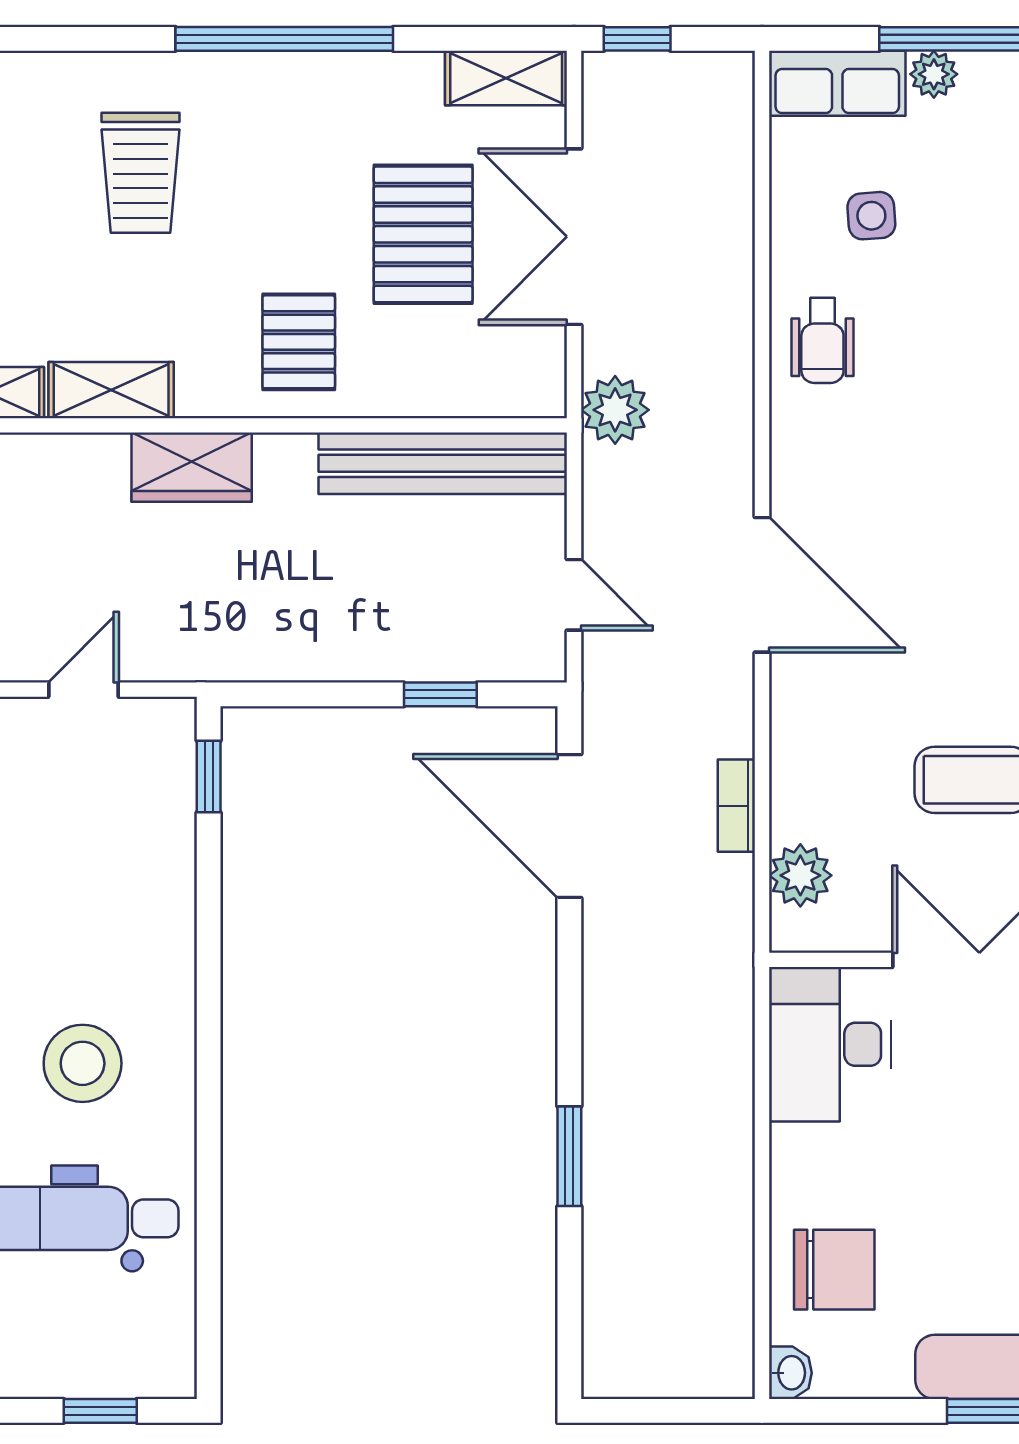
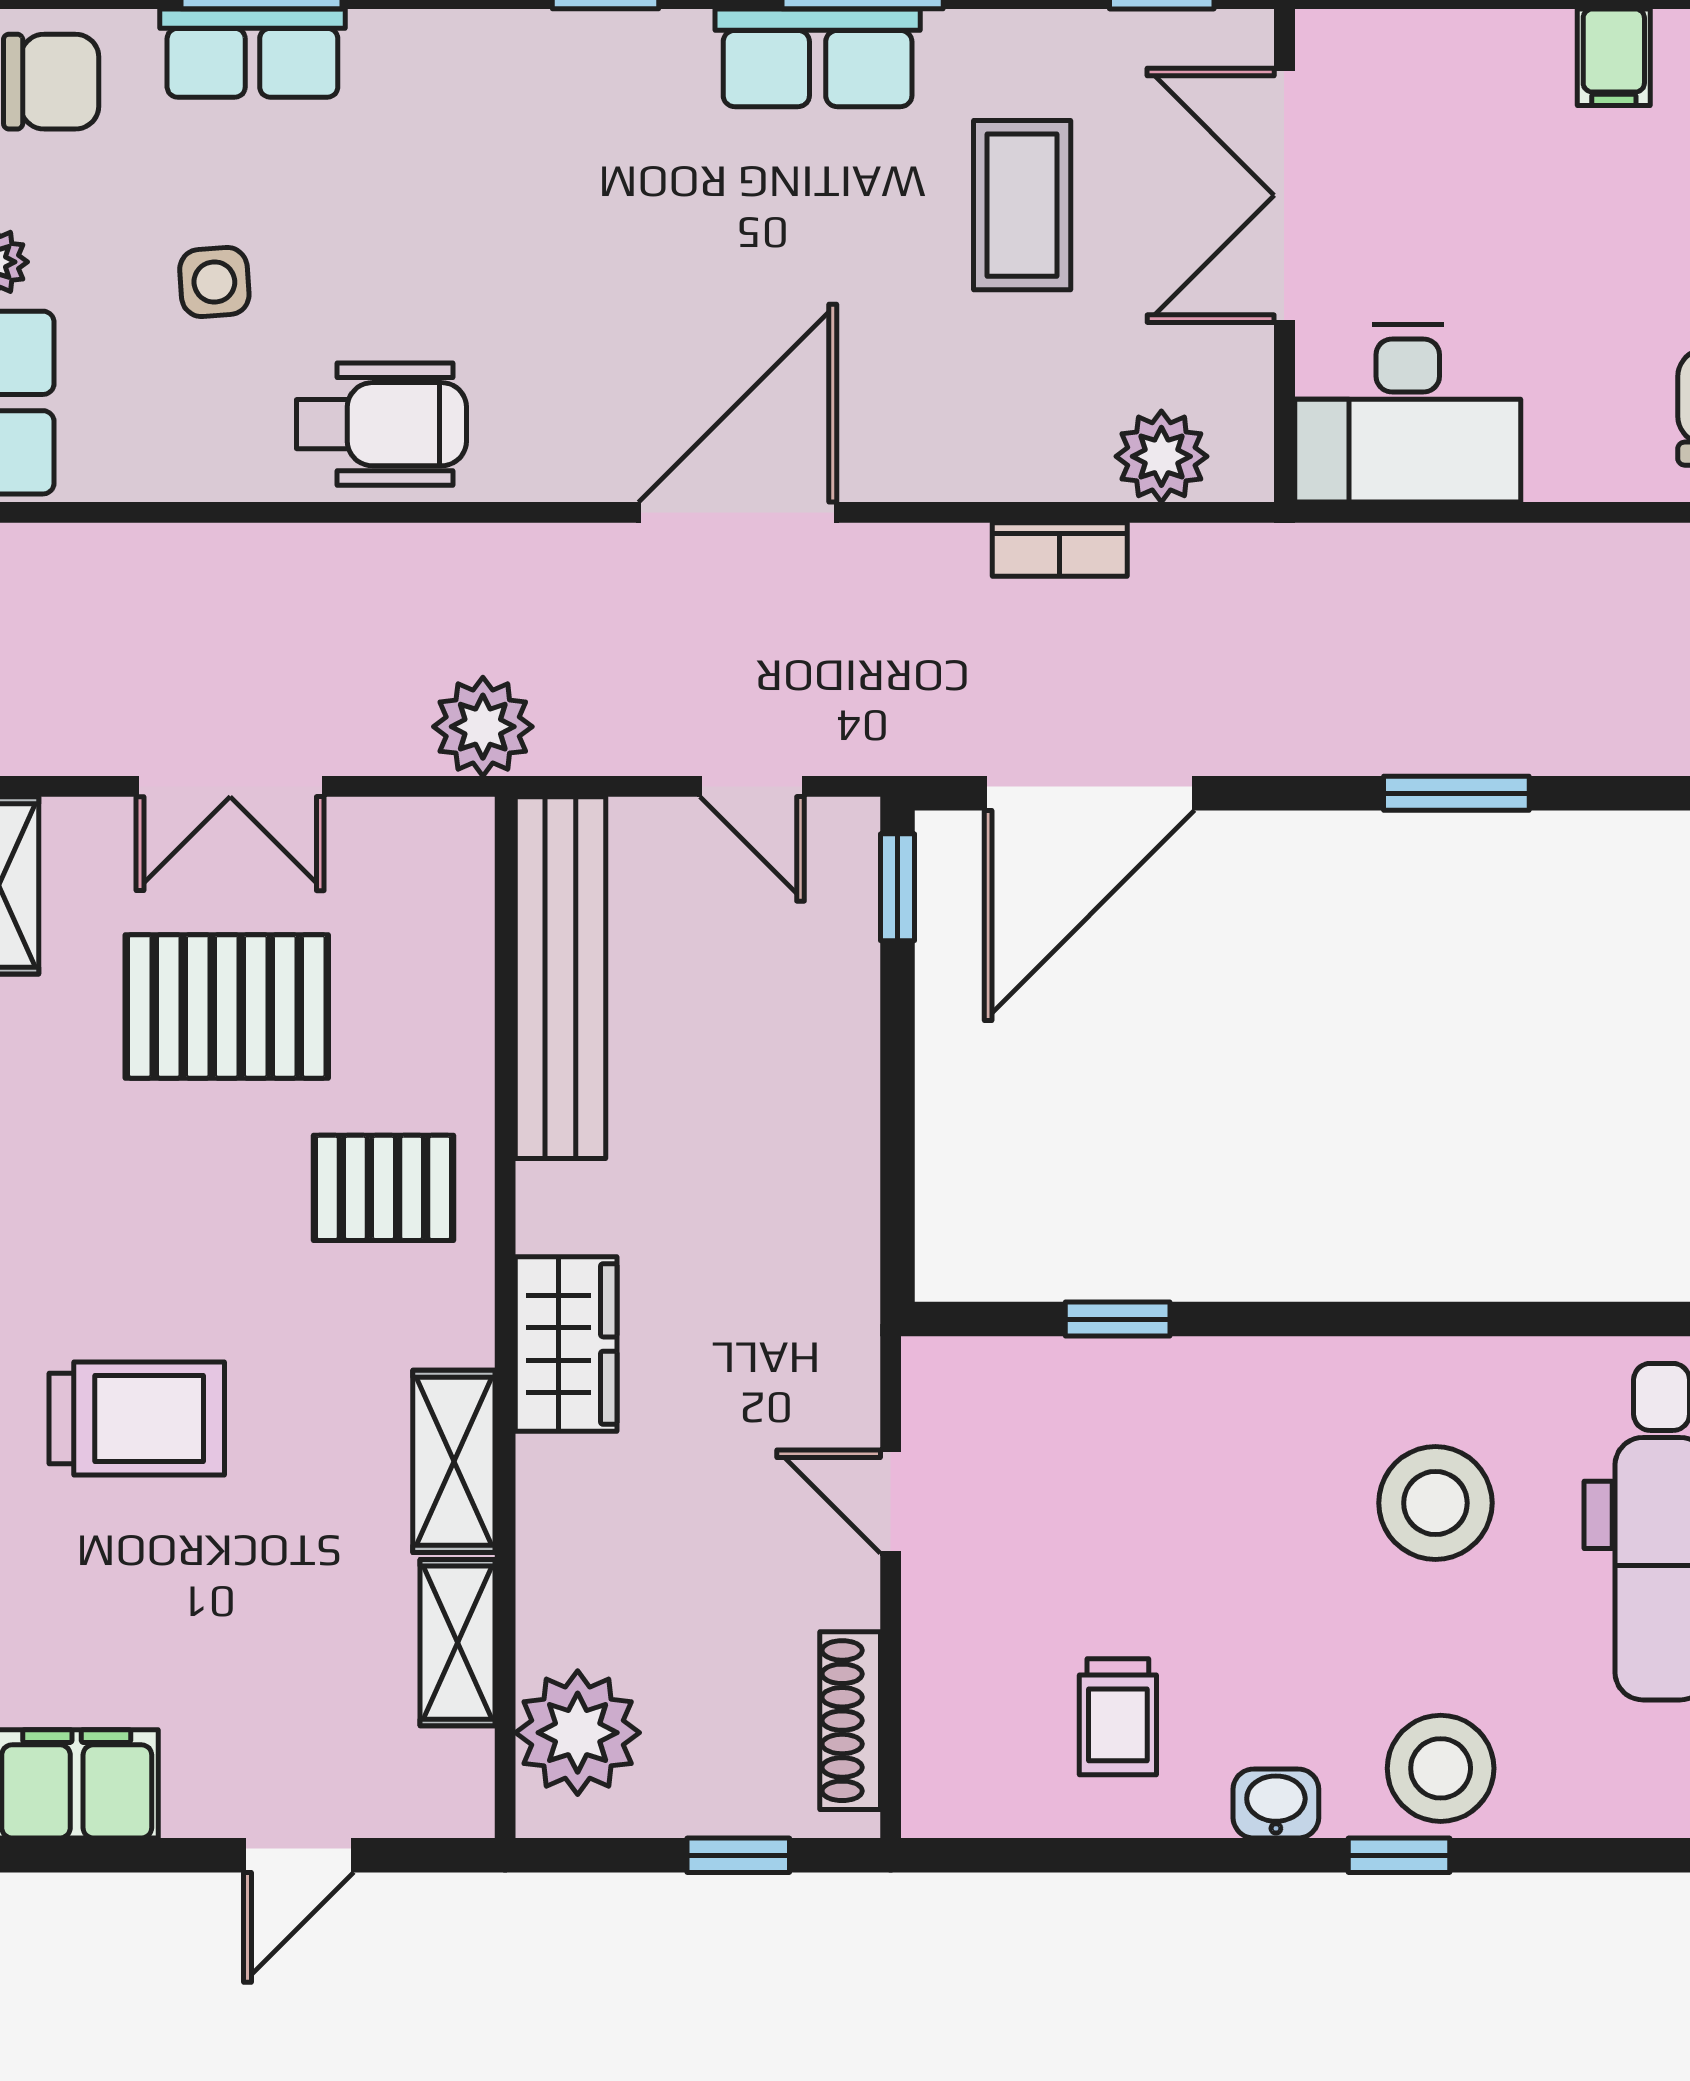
side table: (871, 216) -> (214, 282), moved
double door: (574, 237) -> (230, 786), width x0.73
wheelchair: (822, 340) -> (381, 424), width x1.36, depth x1.37
door: (574, 595) -> (752, 786), swing flipped
window: (440, 694) -> (897, 887), moved
window: (209, 777) -> (1118, 1319), moved
window: (569, 1156) -> (1456, 793), moved

